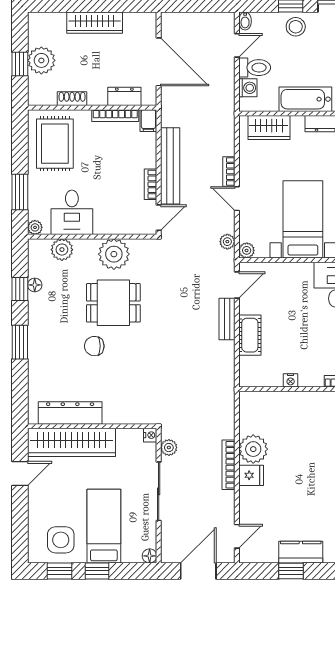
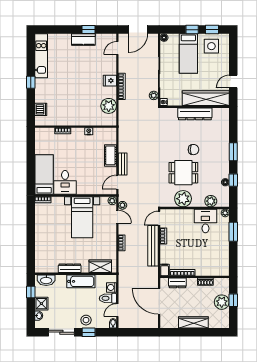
rug: (55, 144) -> (215, 258), removed
door: (237, 199) -> (117, 217), moved
dresser: (70, 413) -> (195, 114), moved
plant: (253, 449) -> (109, 106), moved

